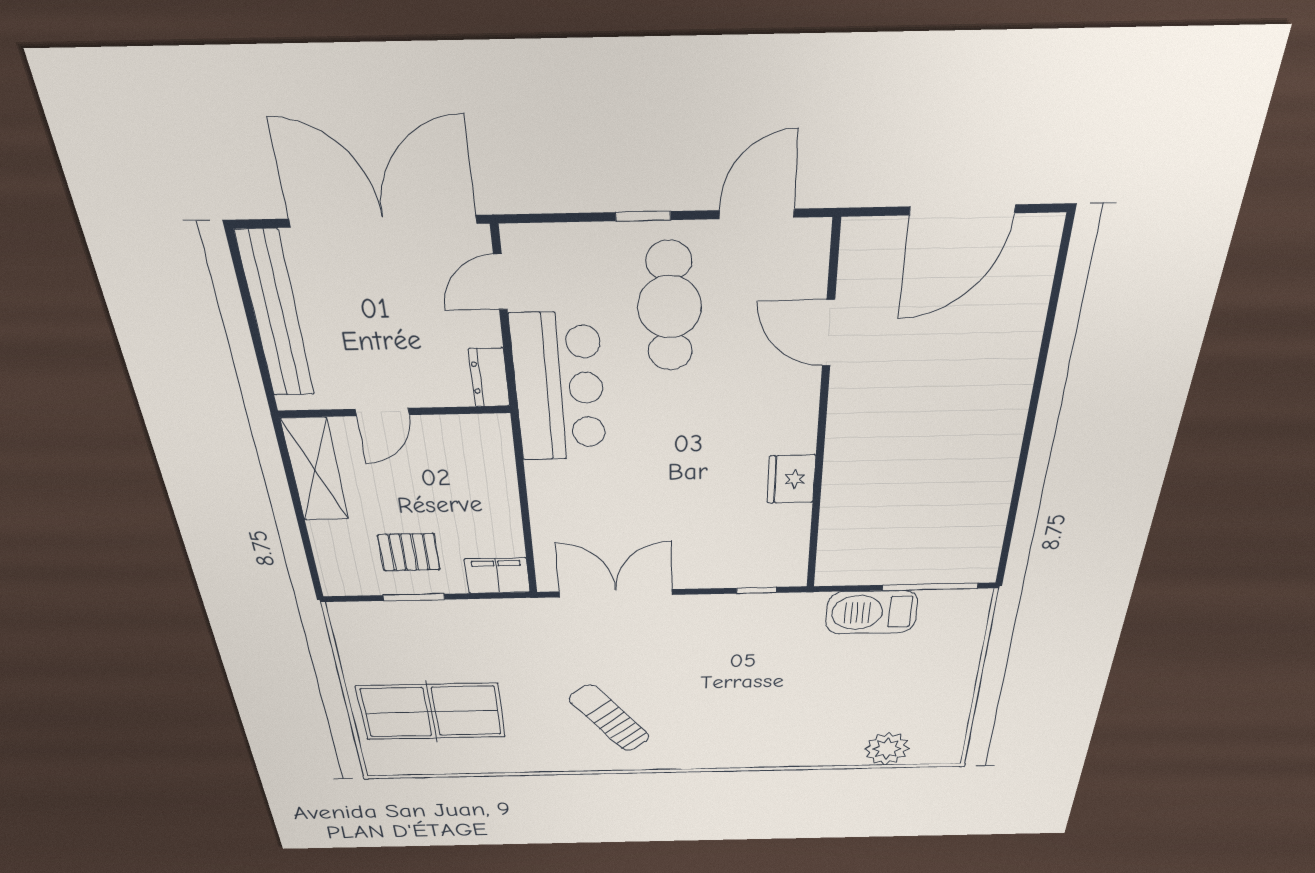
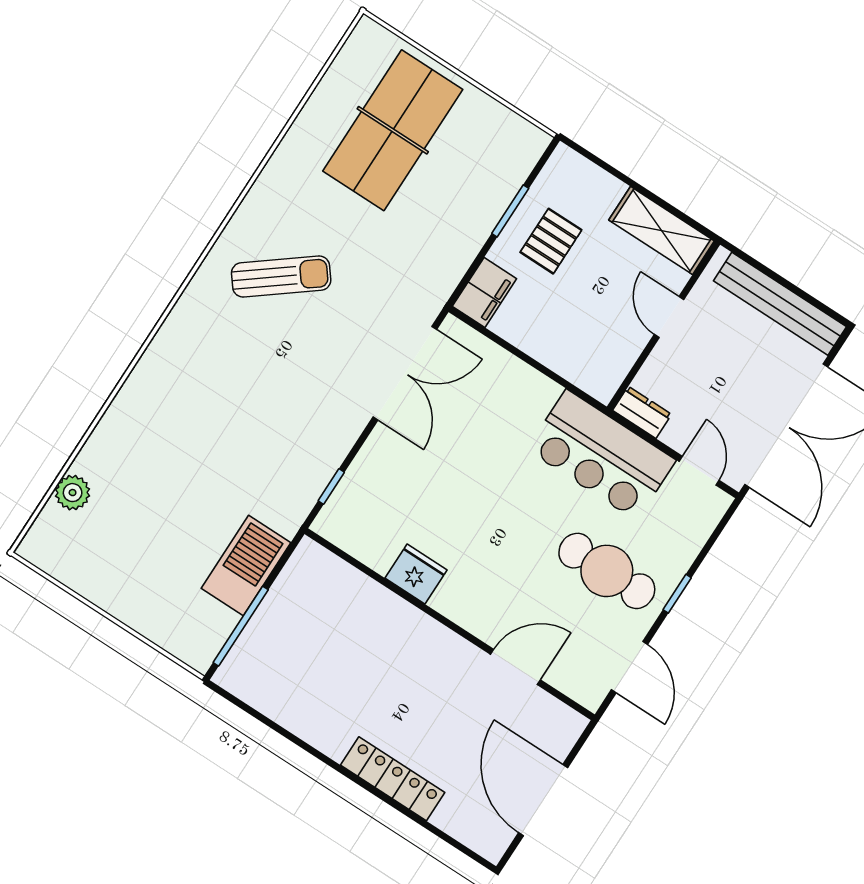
locker: (1015, 378) -> (393, 779), added
plant: (887, 749) -> (73, 493), width x0.73, depth x0.73

